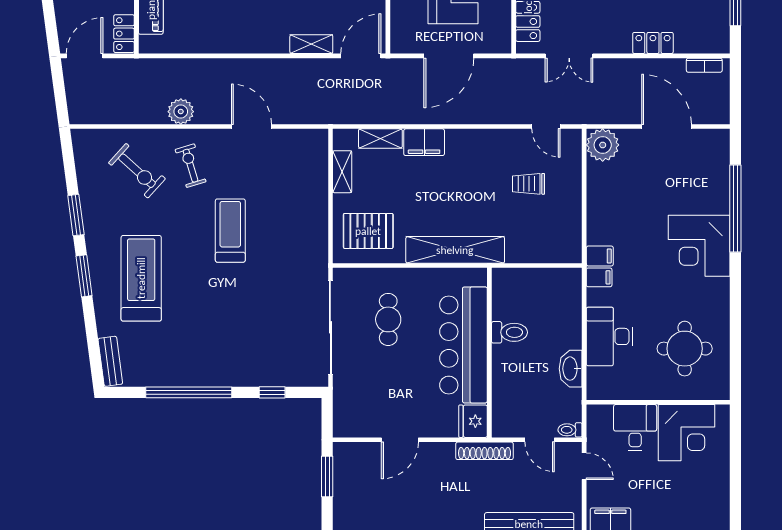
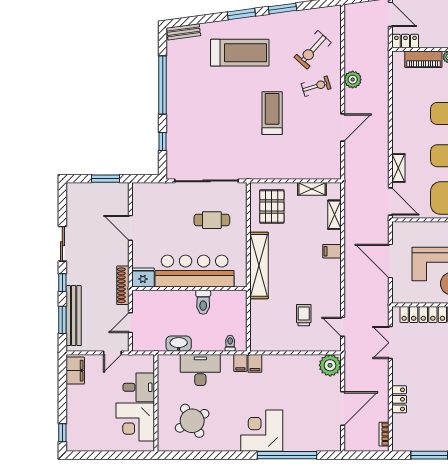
door: (546, 127) -> (343, 327), hinge flipped
filing cabinet: (424, 142) -> (332, 251), width x0.50
treadmill: (230, 231) -> (272, 113), turned -90
round table: (685, 349) -> (192, 421), turned -30
toilet: (570, 430) -> (230, 343), moved

